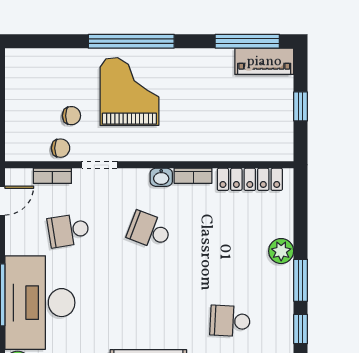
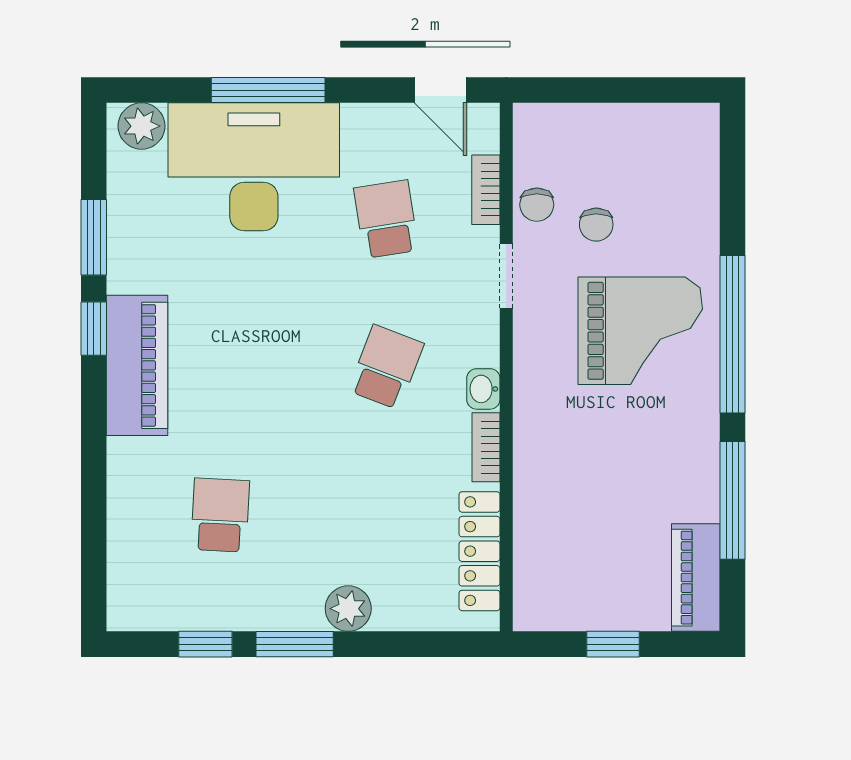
window: (247, 41) -> (733, 500), moved

